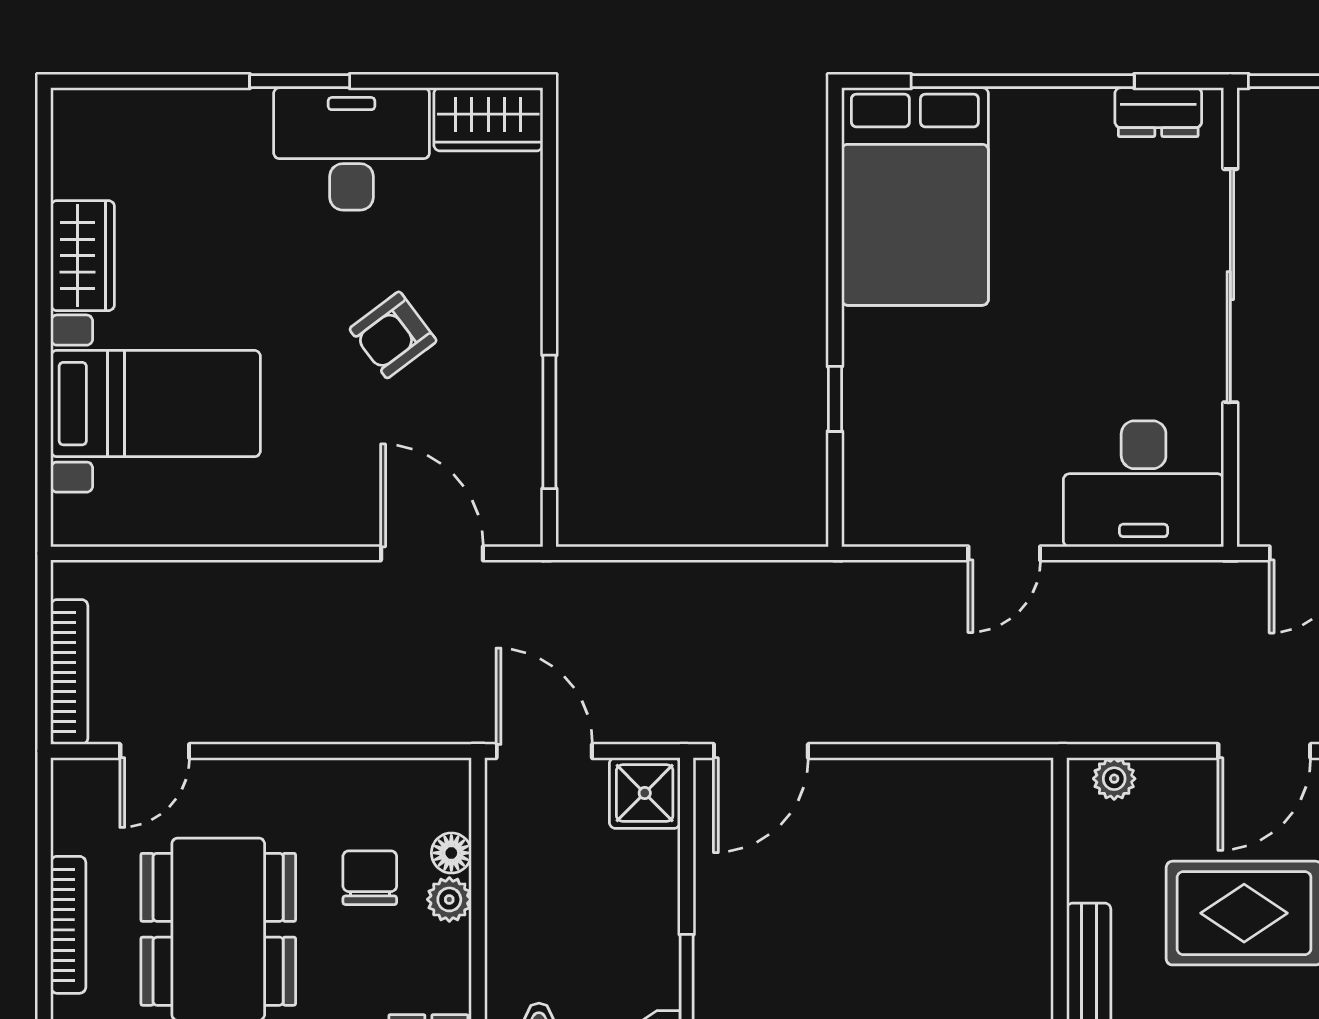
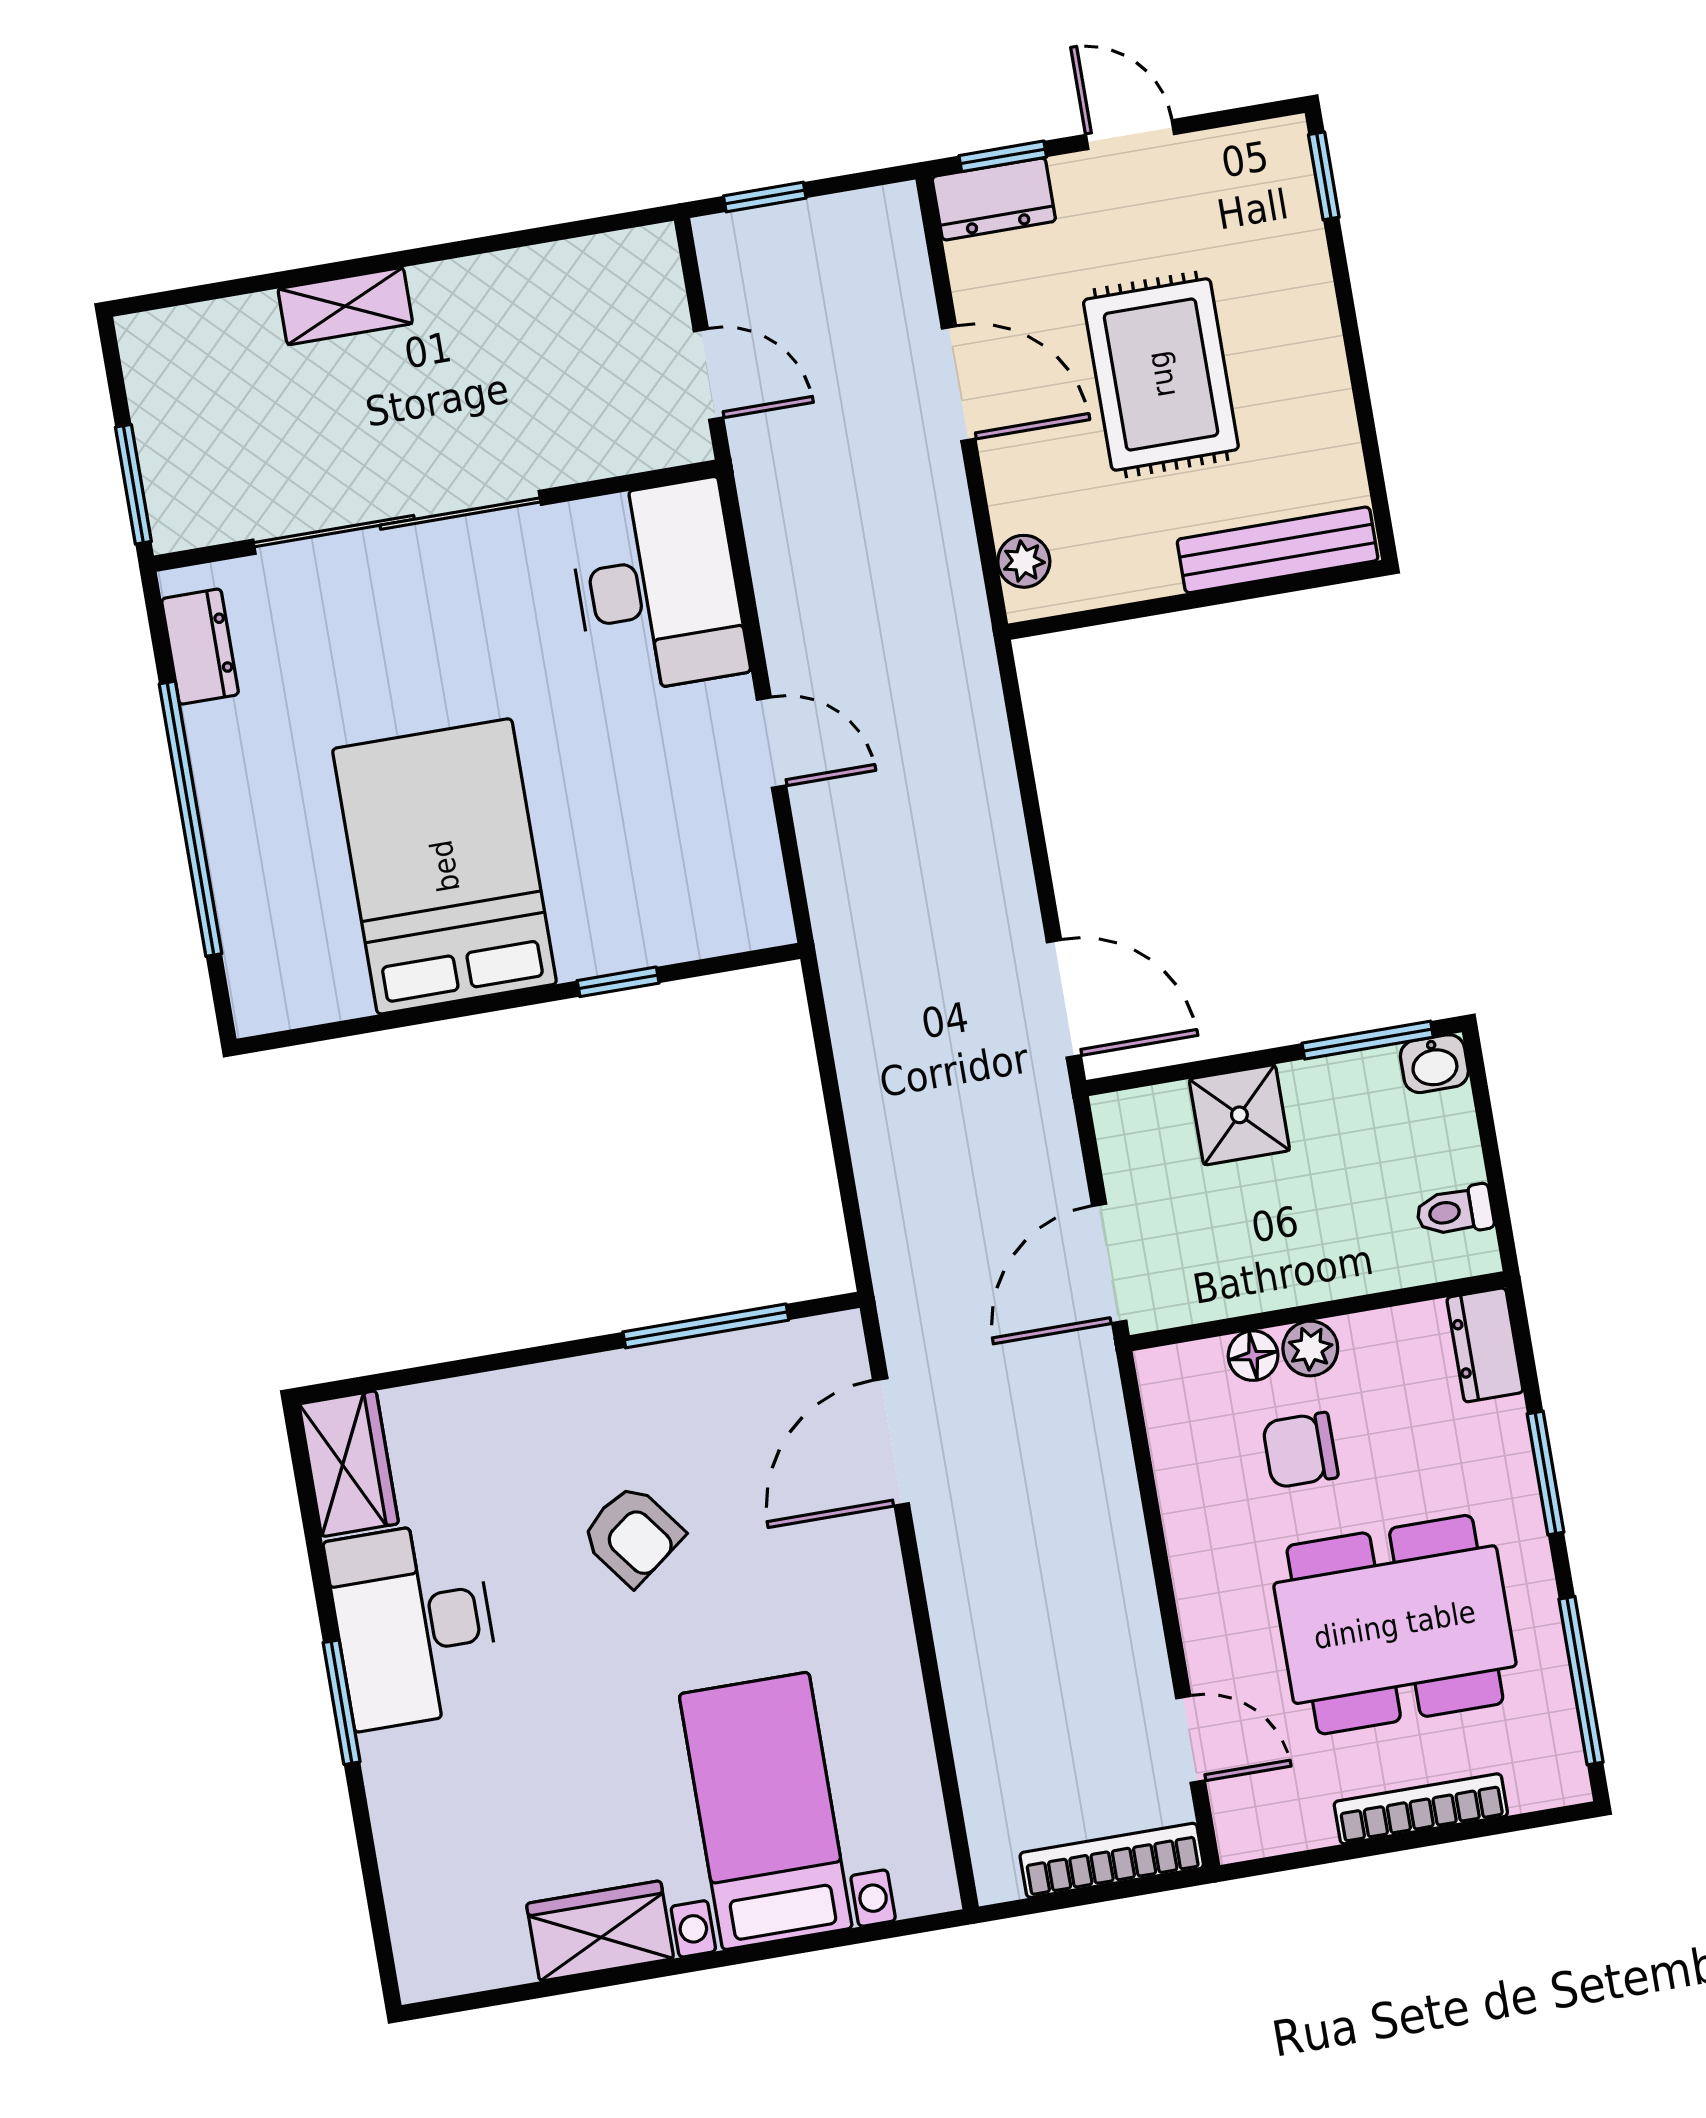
bed: (915, 196) -> (445, 866), moved, turned -90
shower: (645, 793) -> (1239, 1115), moved

